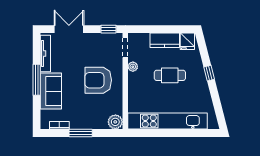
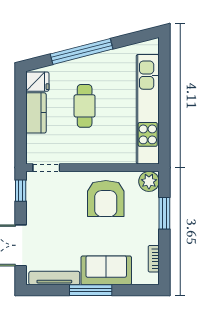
plant: (133, 67) -> (73, 157), removed
window: (209, 73) -> (82, 52), width x3.17
armchair: (98, 80) -> (106, 198), moved
window: (81, 133) -> (164, 213), moved

